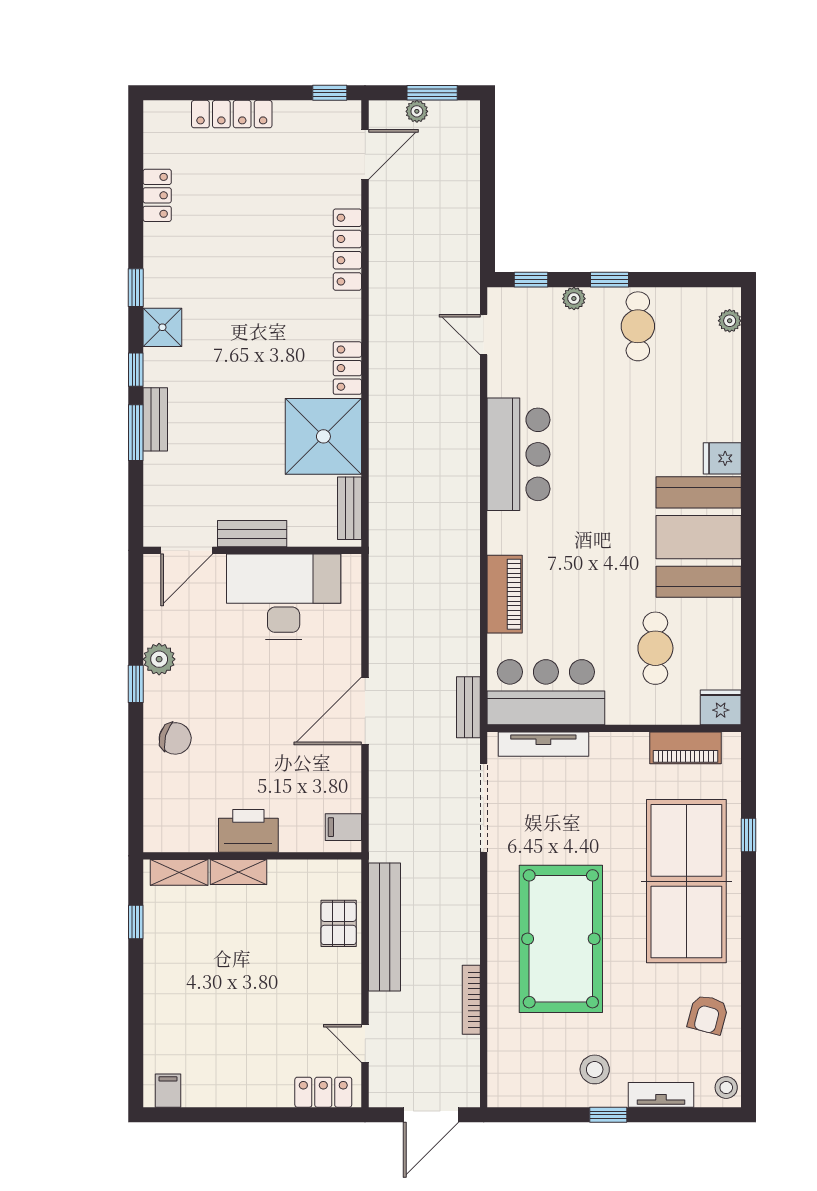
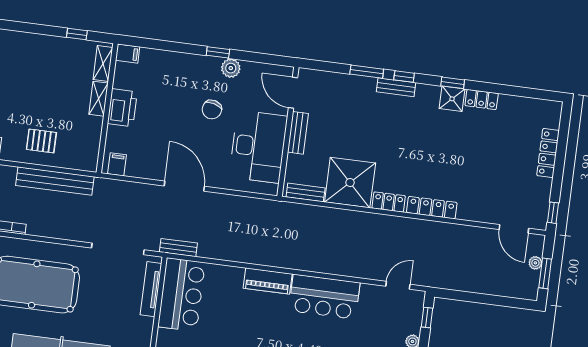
locker: (157, 195) -> (482, 100), moved
locker: (347, 250) -> (432, 208), moved
shower: (162, 327) -> (452, 99), moved
bench: (155, 419) -> (396, 87), moved
piano: (505, 594) -> (268, 281), moved
chair: (175, 738) -> (212, 110), moved
filing cabinet: (157, 834) -> (128, 54), added
pallet: (339, 923) -> (41, 141), moved

